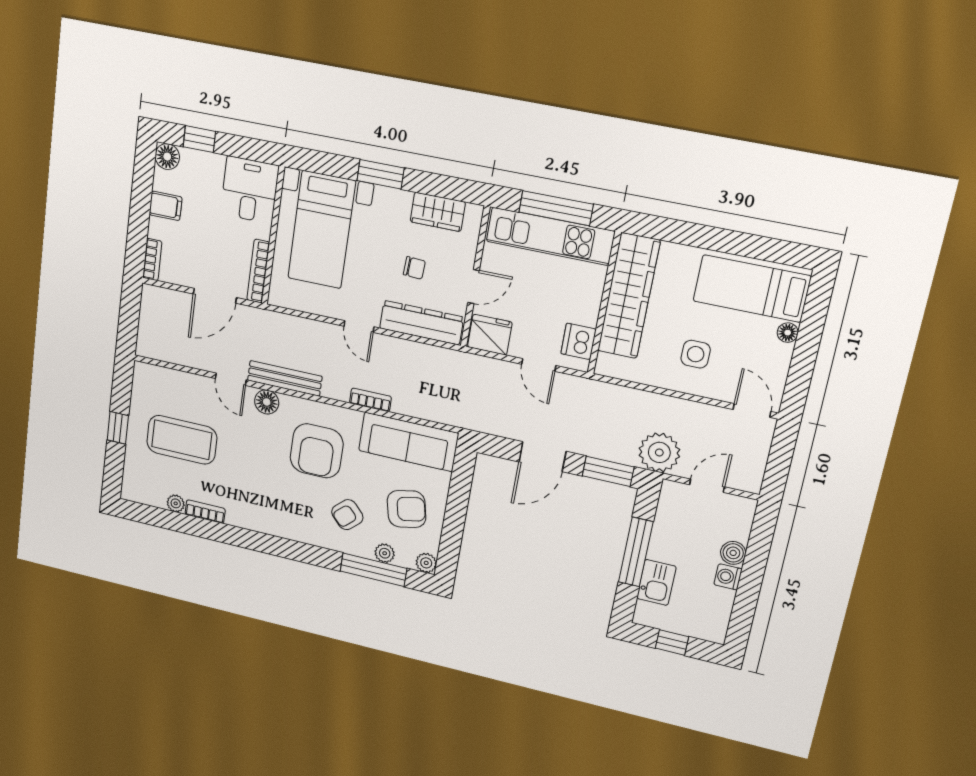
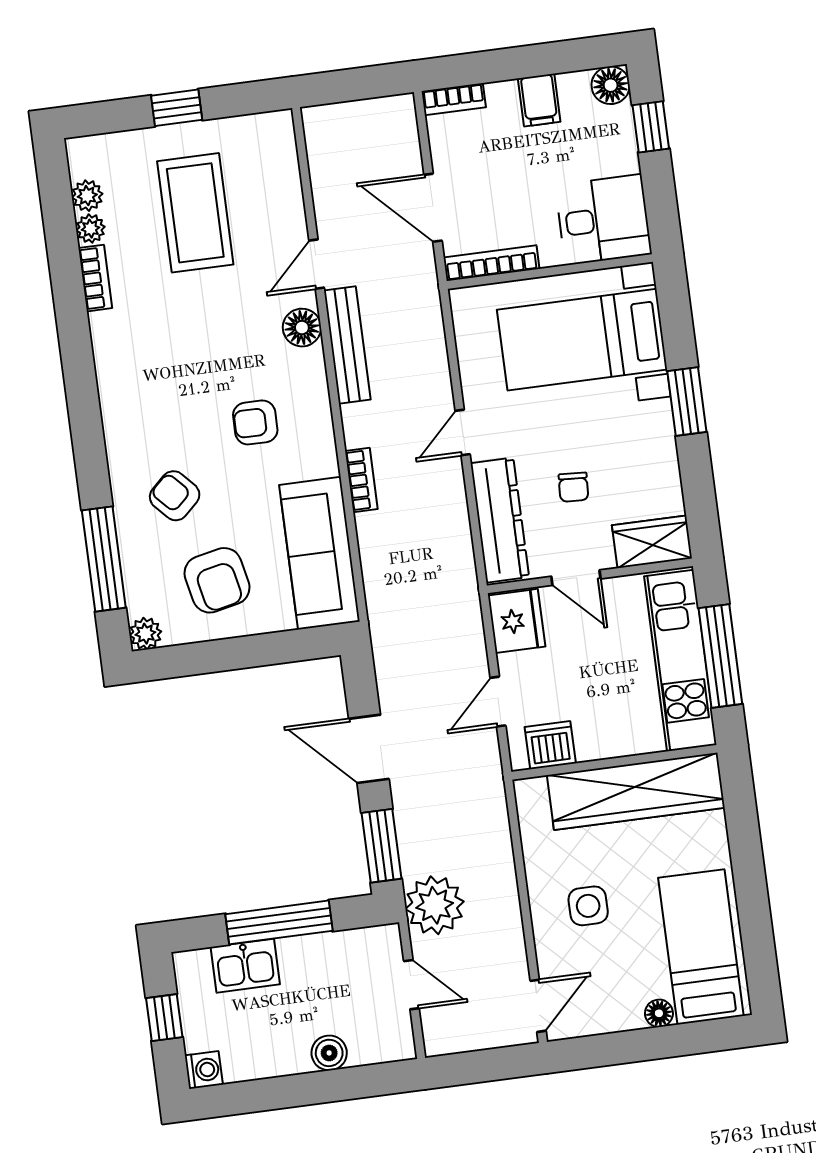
wardrobe: (438, 212) -> (652, 542), moved, turned 90
armchair: (317, 451) -> (255, 422), width x0.53, depth x0.53
plant: (385, 553) -> (87, 196), moved
washing machine: (728, 577) -> (204, 1070), moved, turned 90

